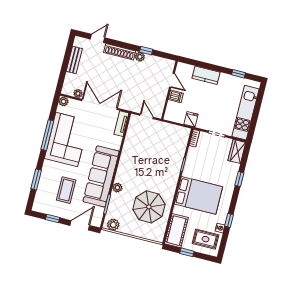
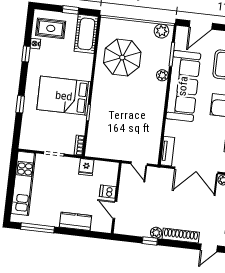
window: (239, 74) -> (37, 228), width x2.17
wardrobe: (237, 151) -> (27, 136), removed
bed: (199, 195) -> (64, 96), moved

